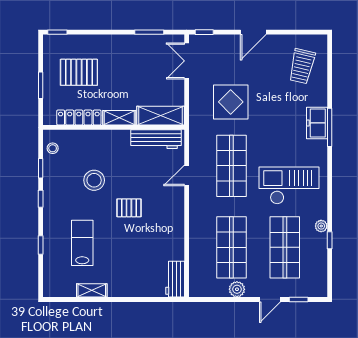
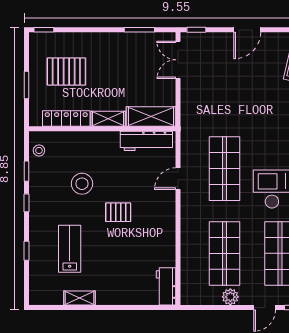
display table: (231, 102) -> (224, 102), removed

